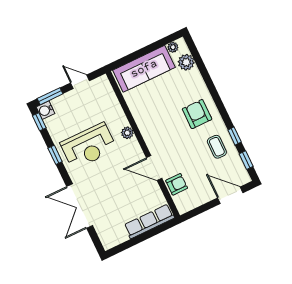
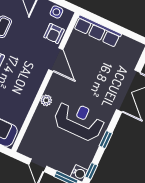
armchair: (177, 184) -> (54, 33), turned -90
side table: (193, 201) -> (56, 12), added

